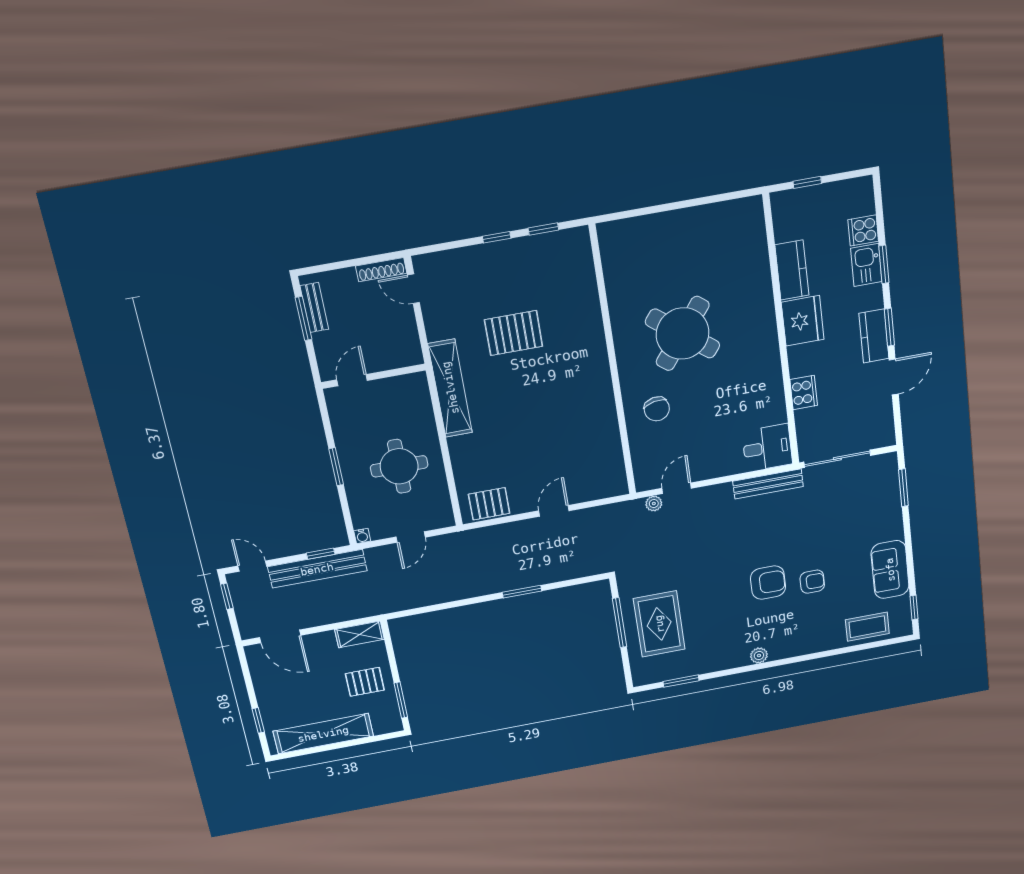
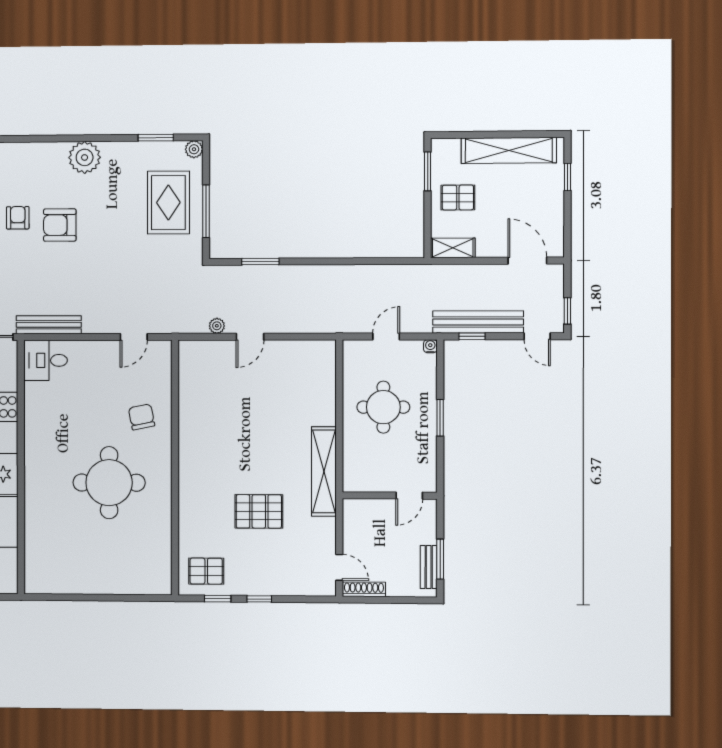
round table: (683, 334) -> (109, 483), turned -38
pallet: (489, 504) -> (206, 571), moved
plant: (654, 504) -> (217, 326), moved
armchair: (812, 582) -> (18, 218), turned 90
window: (522, 592) -> (260, 262), moved
plant: (759, 655) -> (85, 157), width x1.88, depth x1.88
plant: (641, 677) -> (194, 149), added

